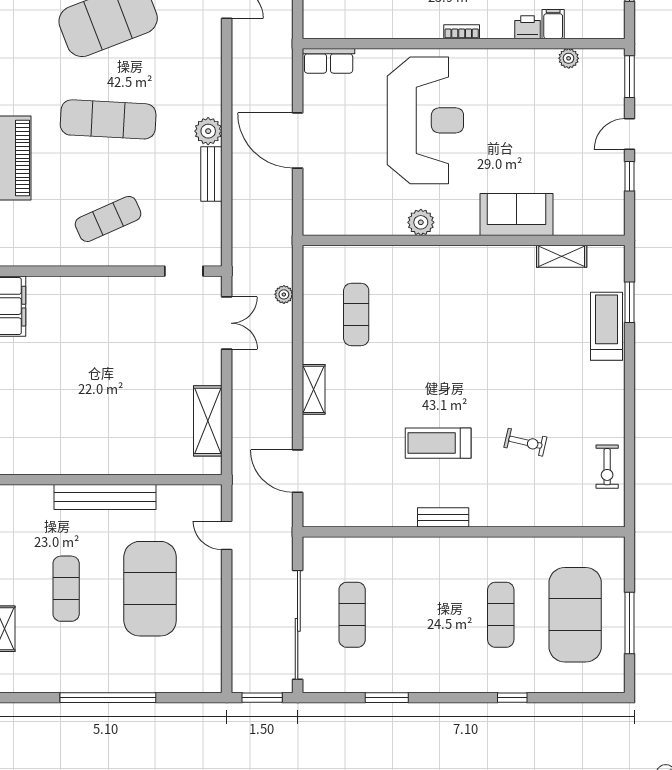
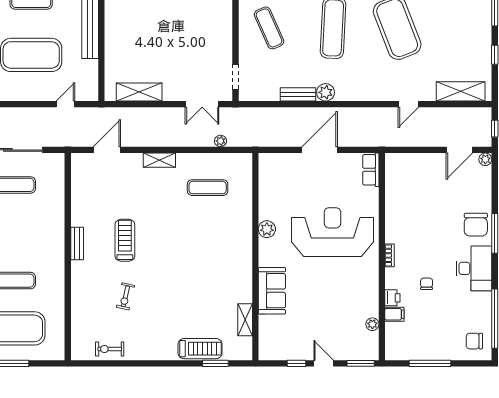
reception desk: (425, 120) -> (332, 232), turned 180

